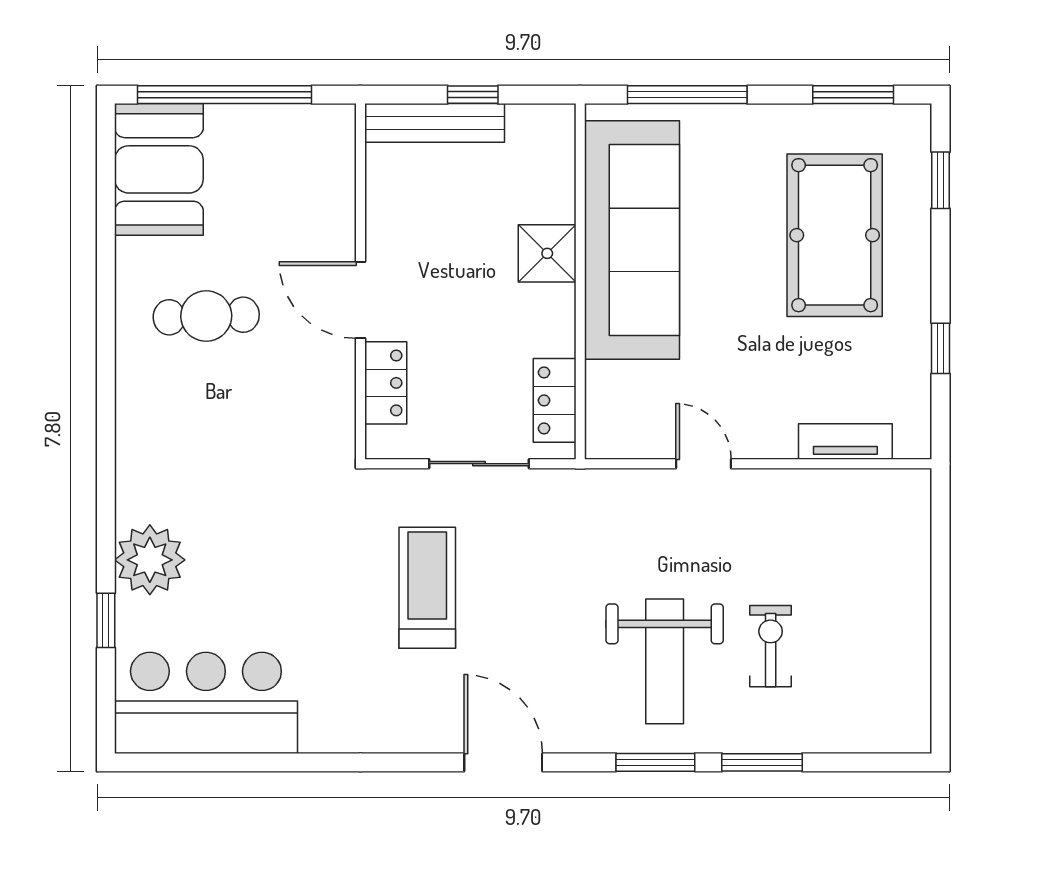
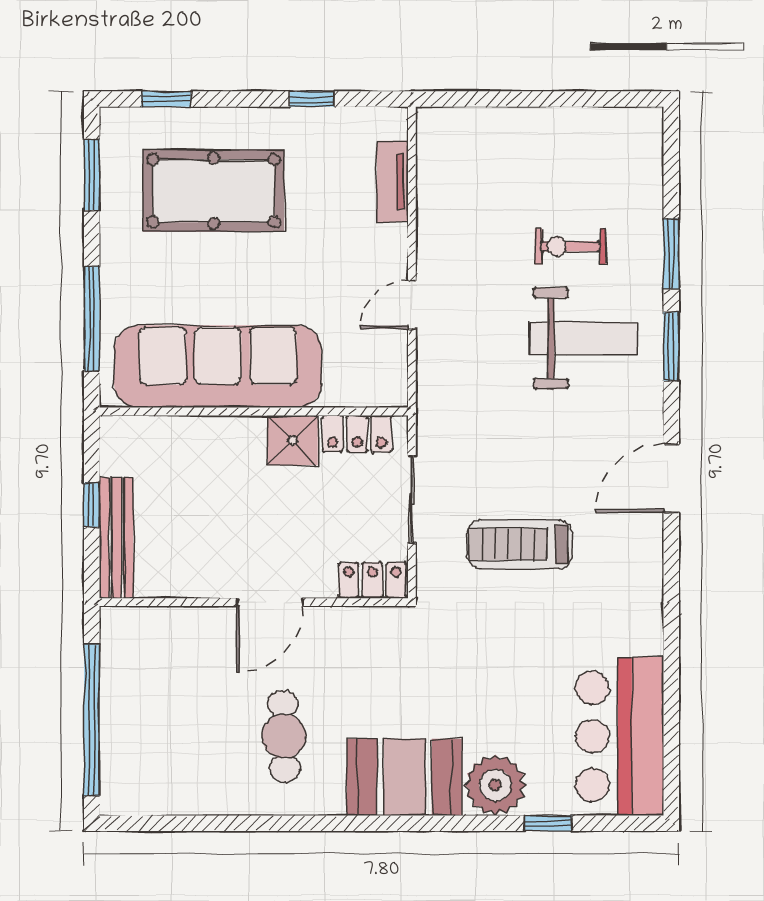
booth: (159, 169) -> (404, 777), moved
shower: (547, 253) -> (293, 440), moved
locker: (386, 383) -> (372, 580), moved

